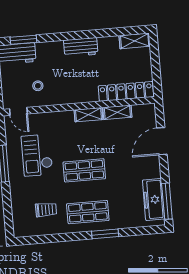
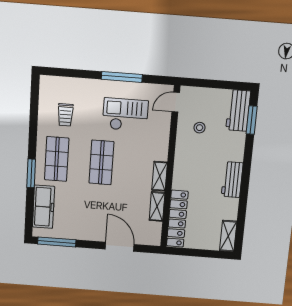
freezer: (154, 200) -> (44, 207), moved, turned 90

